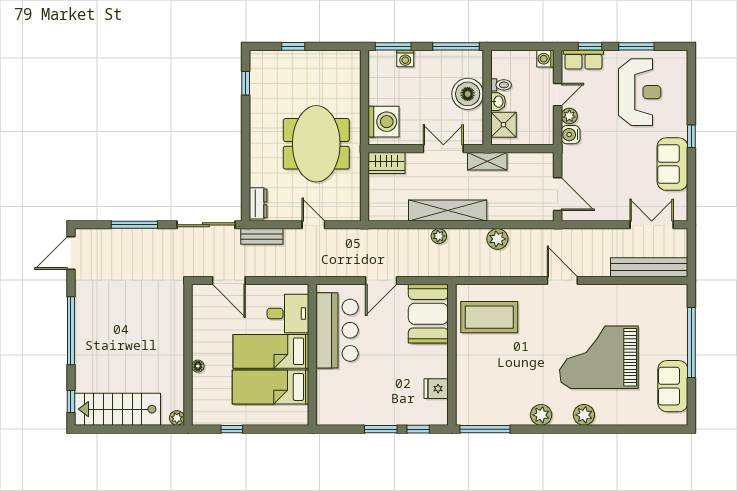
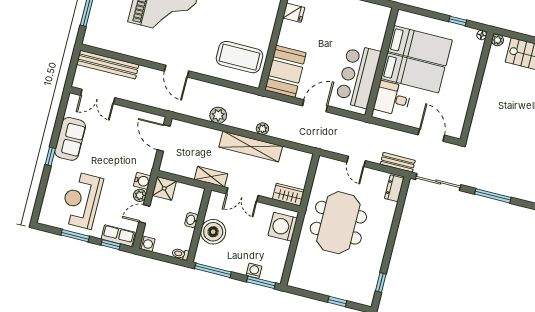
toilet: (501, 85) -> (180, 254), moved
shower: (503, 125) -> (164, 188), moved
floor lamp: (198, 366) -> (482, 35), moved

